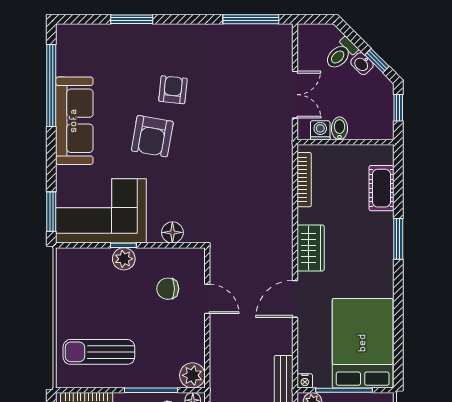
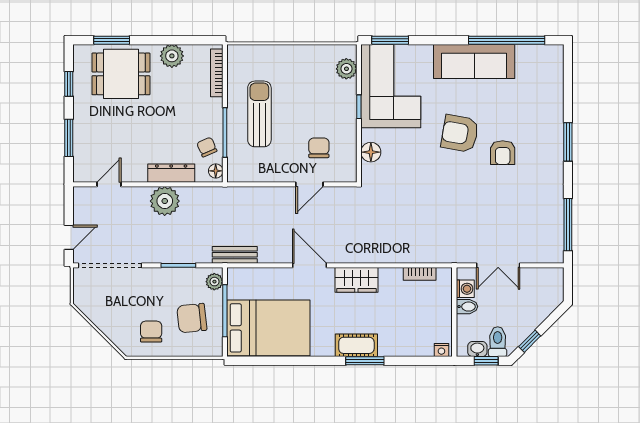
window: (132, 19) -> (568, 142), moved
toilet: (341, 54) -> (498, 342), moved, turned 45
washbasin: (362, 64) -> (477, 349), moved, turned 45
armchair: (173, 90) -> (503, 153), turned 84
bookcase: (304, 180) -> (420, 274), width x0.64
cot: (381, 188) -> (356, 345), moved
plant: (124, 259) -> (346, 69), moved
sun lounger: (99, 352) -> (259, 114), moved
plant: (192, 375) -> (239, 171), removed
nightstand: (305, 381) -> (441, 350), moved, turned -90

